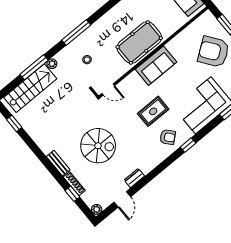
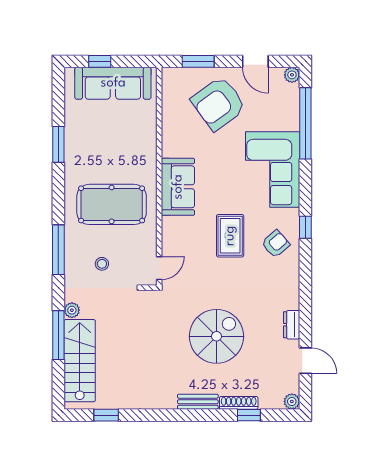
pool table: (139, 43) -> (112, 204), moved, turned 90

